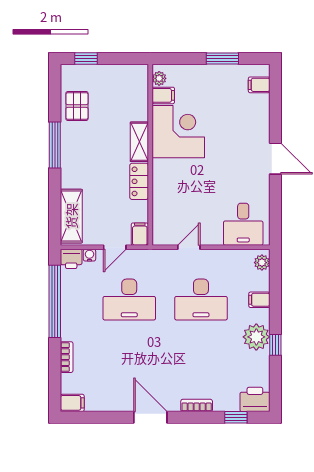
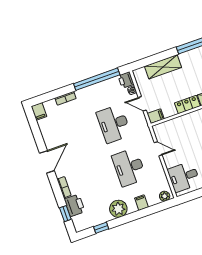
shelving: (71, 216) -> (163, 67), moved
window: (275, 345) -> (101, 228), moved
printer: (255, 399) -> (75, 205), moved

